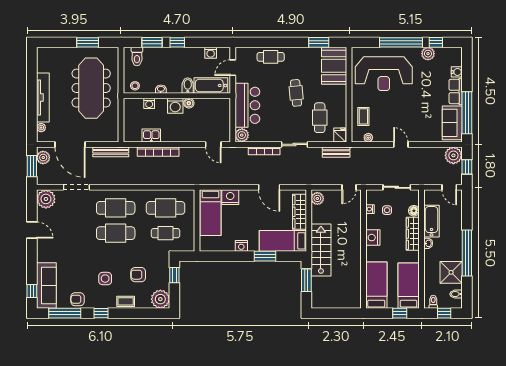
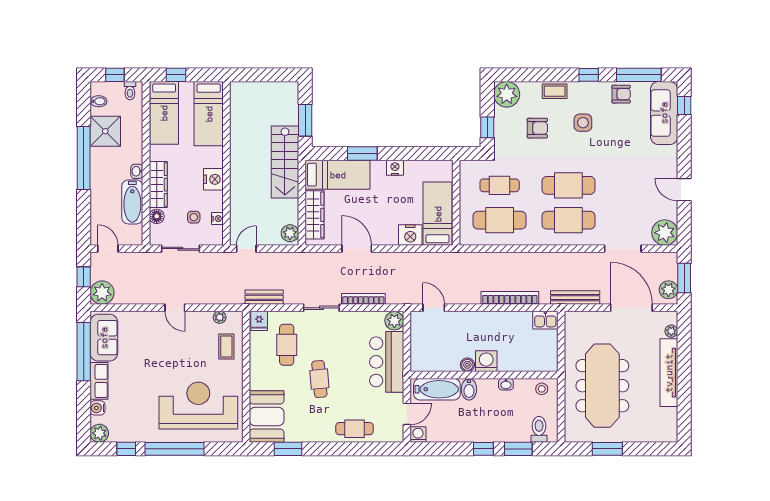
washing machine: (211, 53) -> (418, 434), moved
plant: (428, 54) -> (99, 433), moved
washing machine: (149, 103) -> (522, 365), removed
kitchen sink: (151, 136) -> (545, 320), moved

